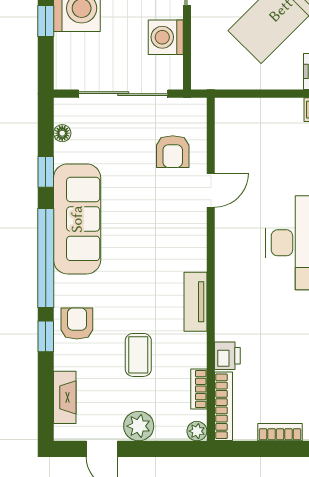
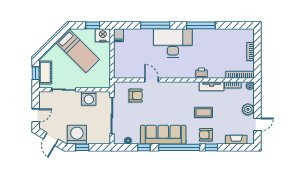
tv unit: (195, 302) -> (212, 86), moved
coffee table: (138, 355) -> (204, 112), moved
printer: (227, 356) -> (202, 73), moved

